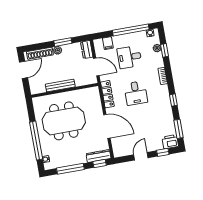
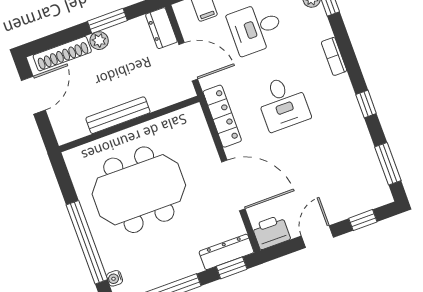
printer: (170, 142) -> (271, 232), moved

